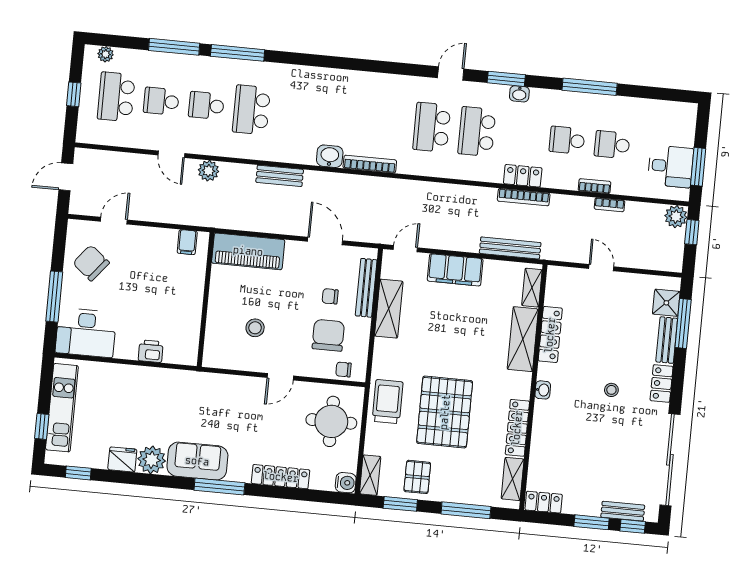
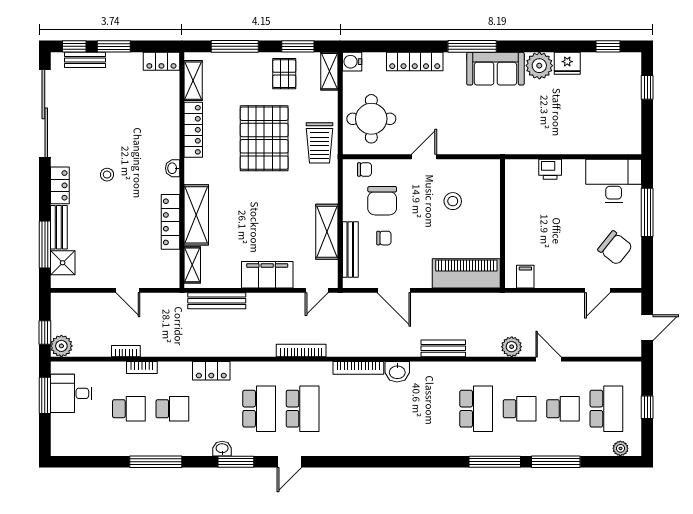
bookcase: (524, 197) -> (301, 350), moved
kitchen unit: (62, 408) -> (630, 107), removed

